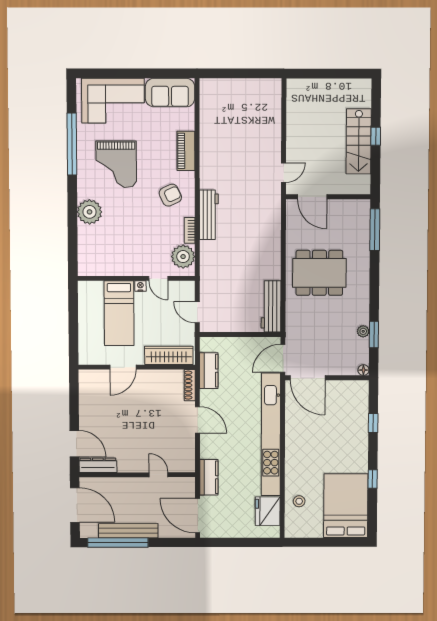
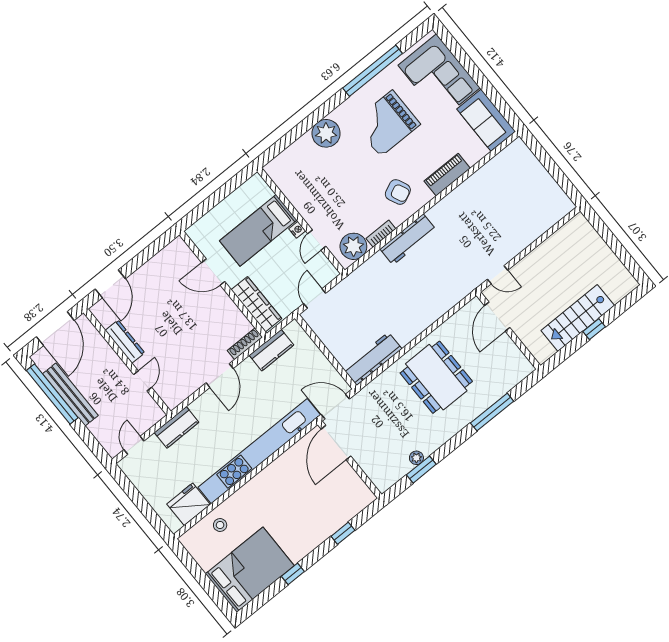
window: (375, 230) -> (492, 412), moved
floor lamp: (363, 370) -> (383, 486), removed
dresser: (98, 465) -> (125, 342), moved
door: (198, 516) -> (134, 445), width x0.53

